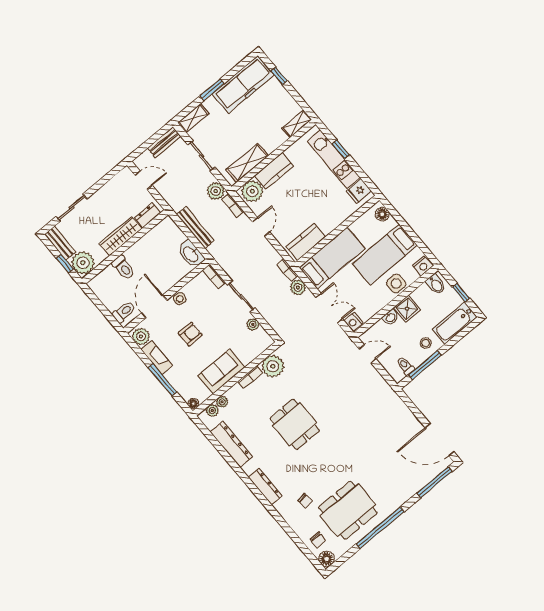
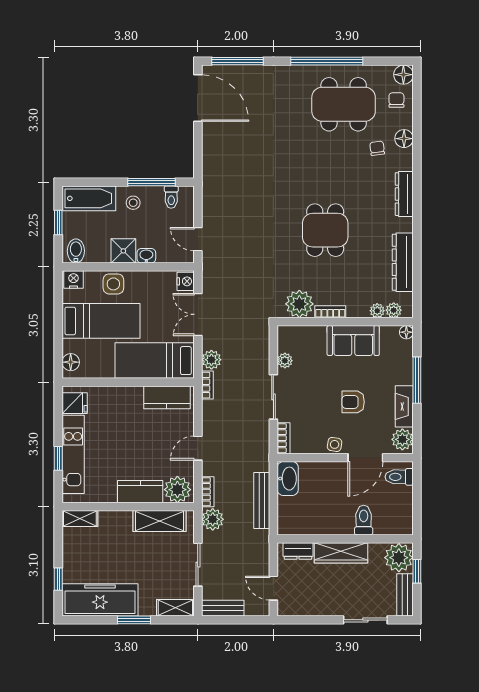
floor lamp: (294, 520) -> (404, 139), added

